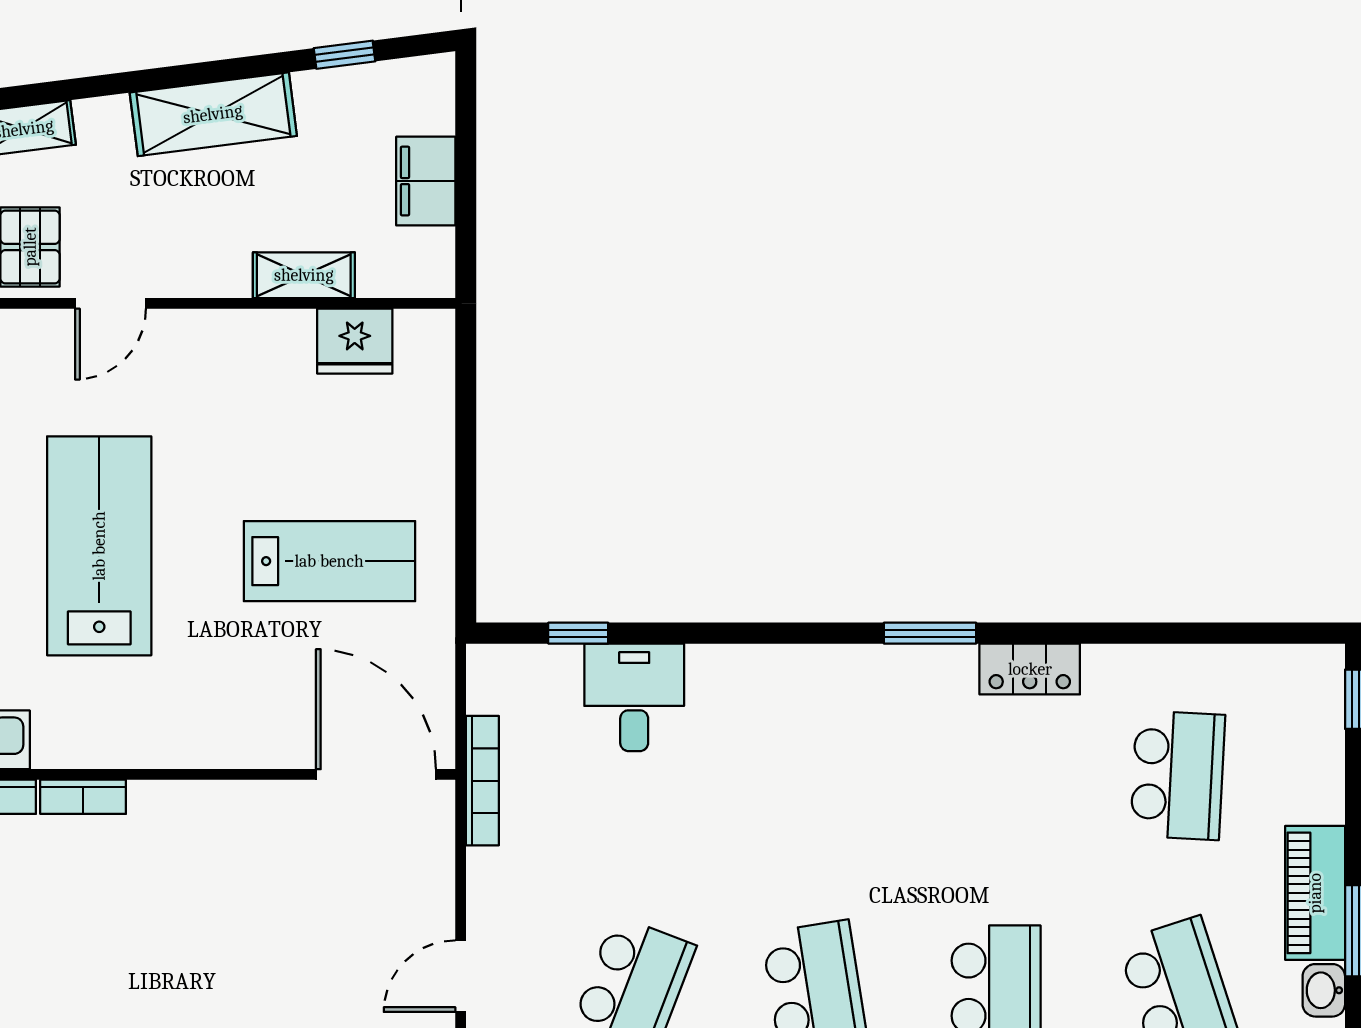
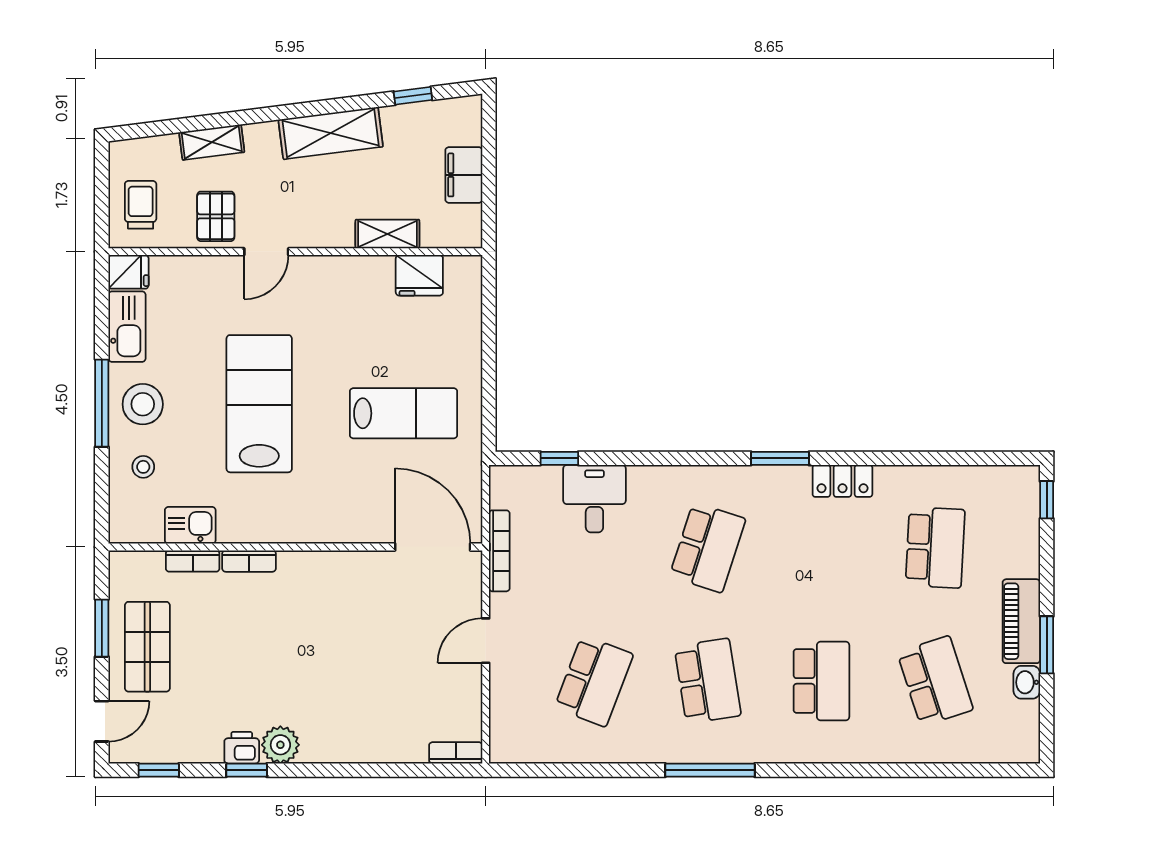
school desk: (815, 775) -> (708, 547), added
door: (461, 976) -> (486, 641), moved

